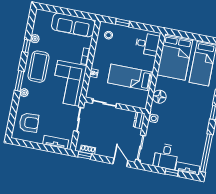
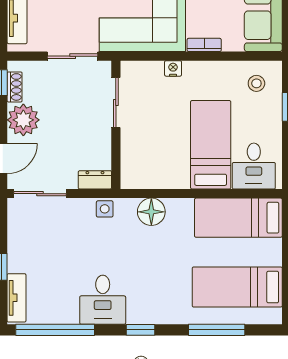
bed: (175, 57) -> (238, 218), width x0.67
bed: (130, 78) -> (211, 145), moved
plant: (104, 149) -> (23, 120), added
desk: (166, 156) -> (103, 300), moved, turned -90

